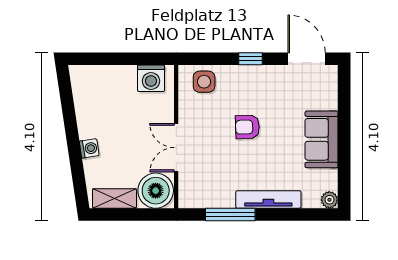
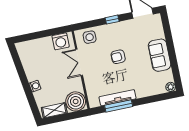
double door: (176, 148) -> (79, 62), moved
tv unit: (268, 199) -> (118, 98), moved

